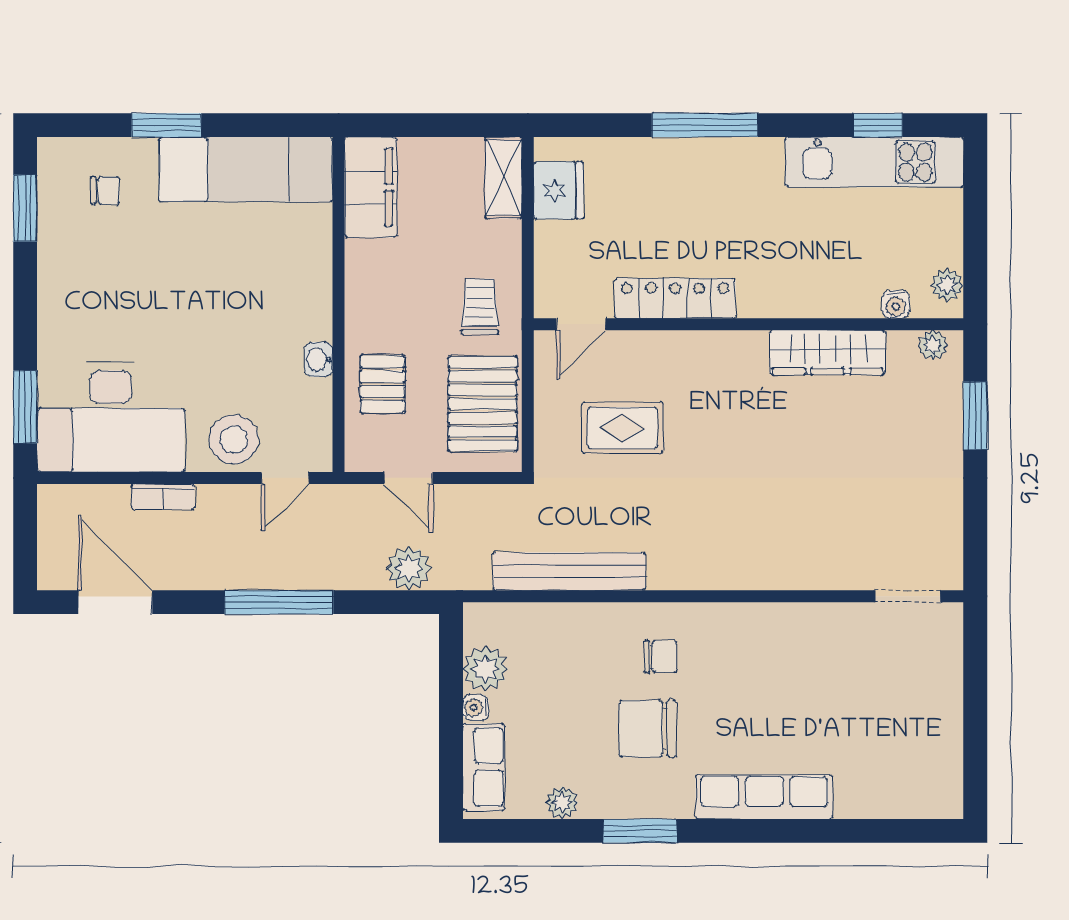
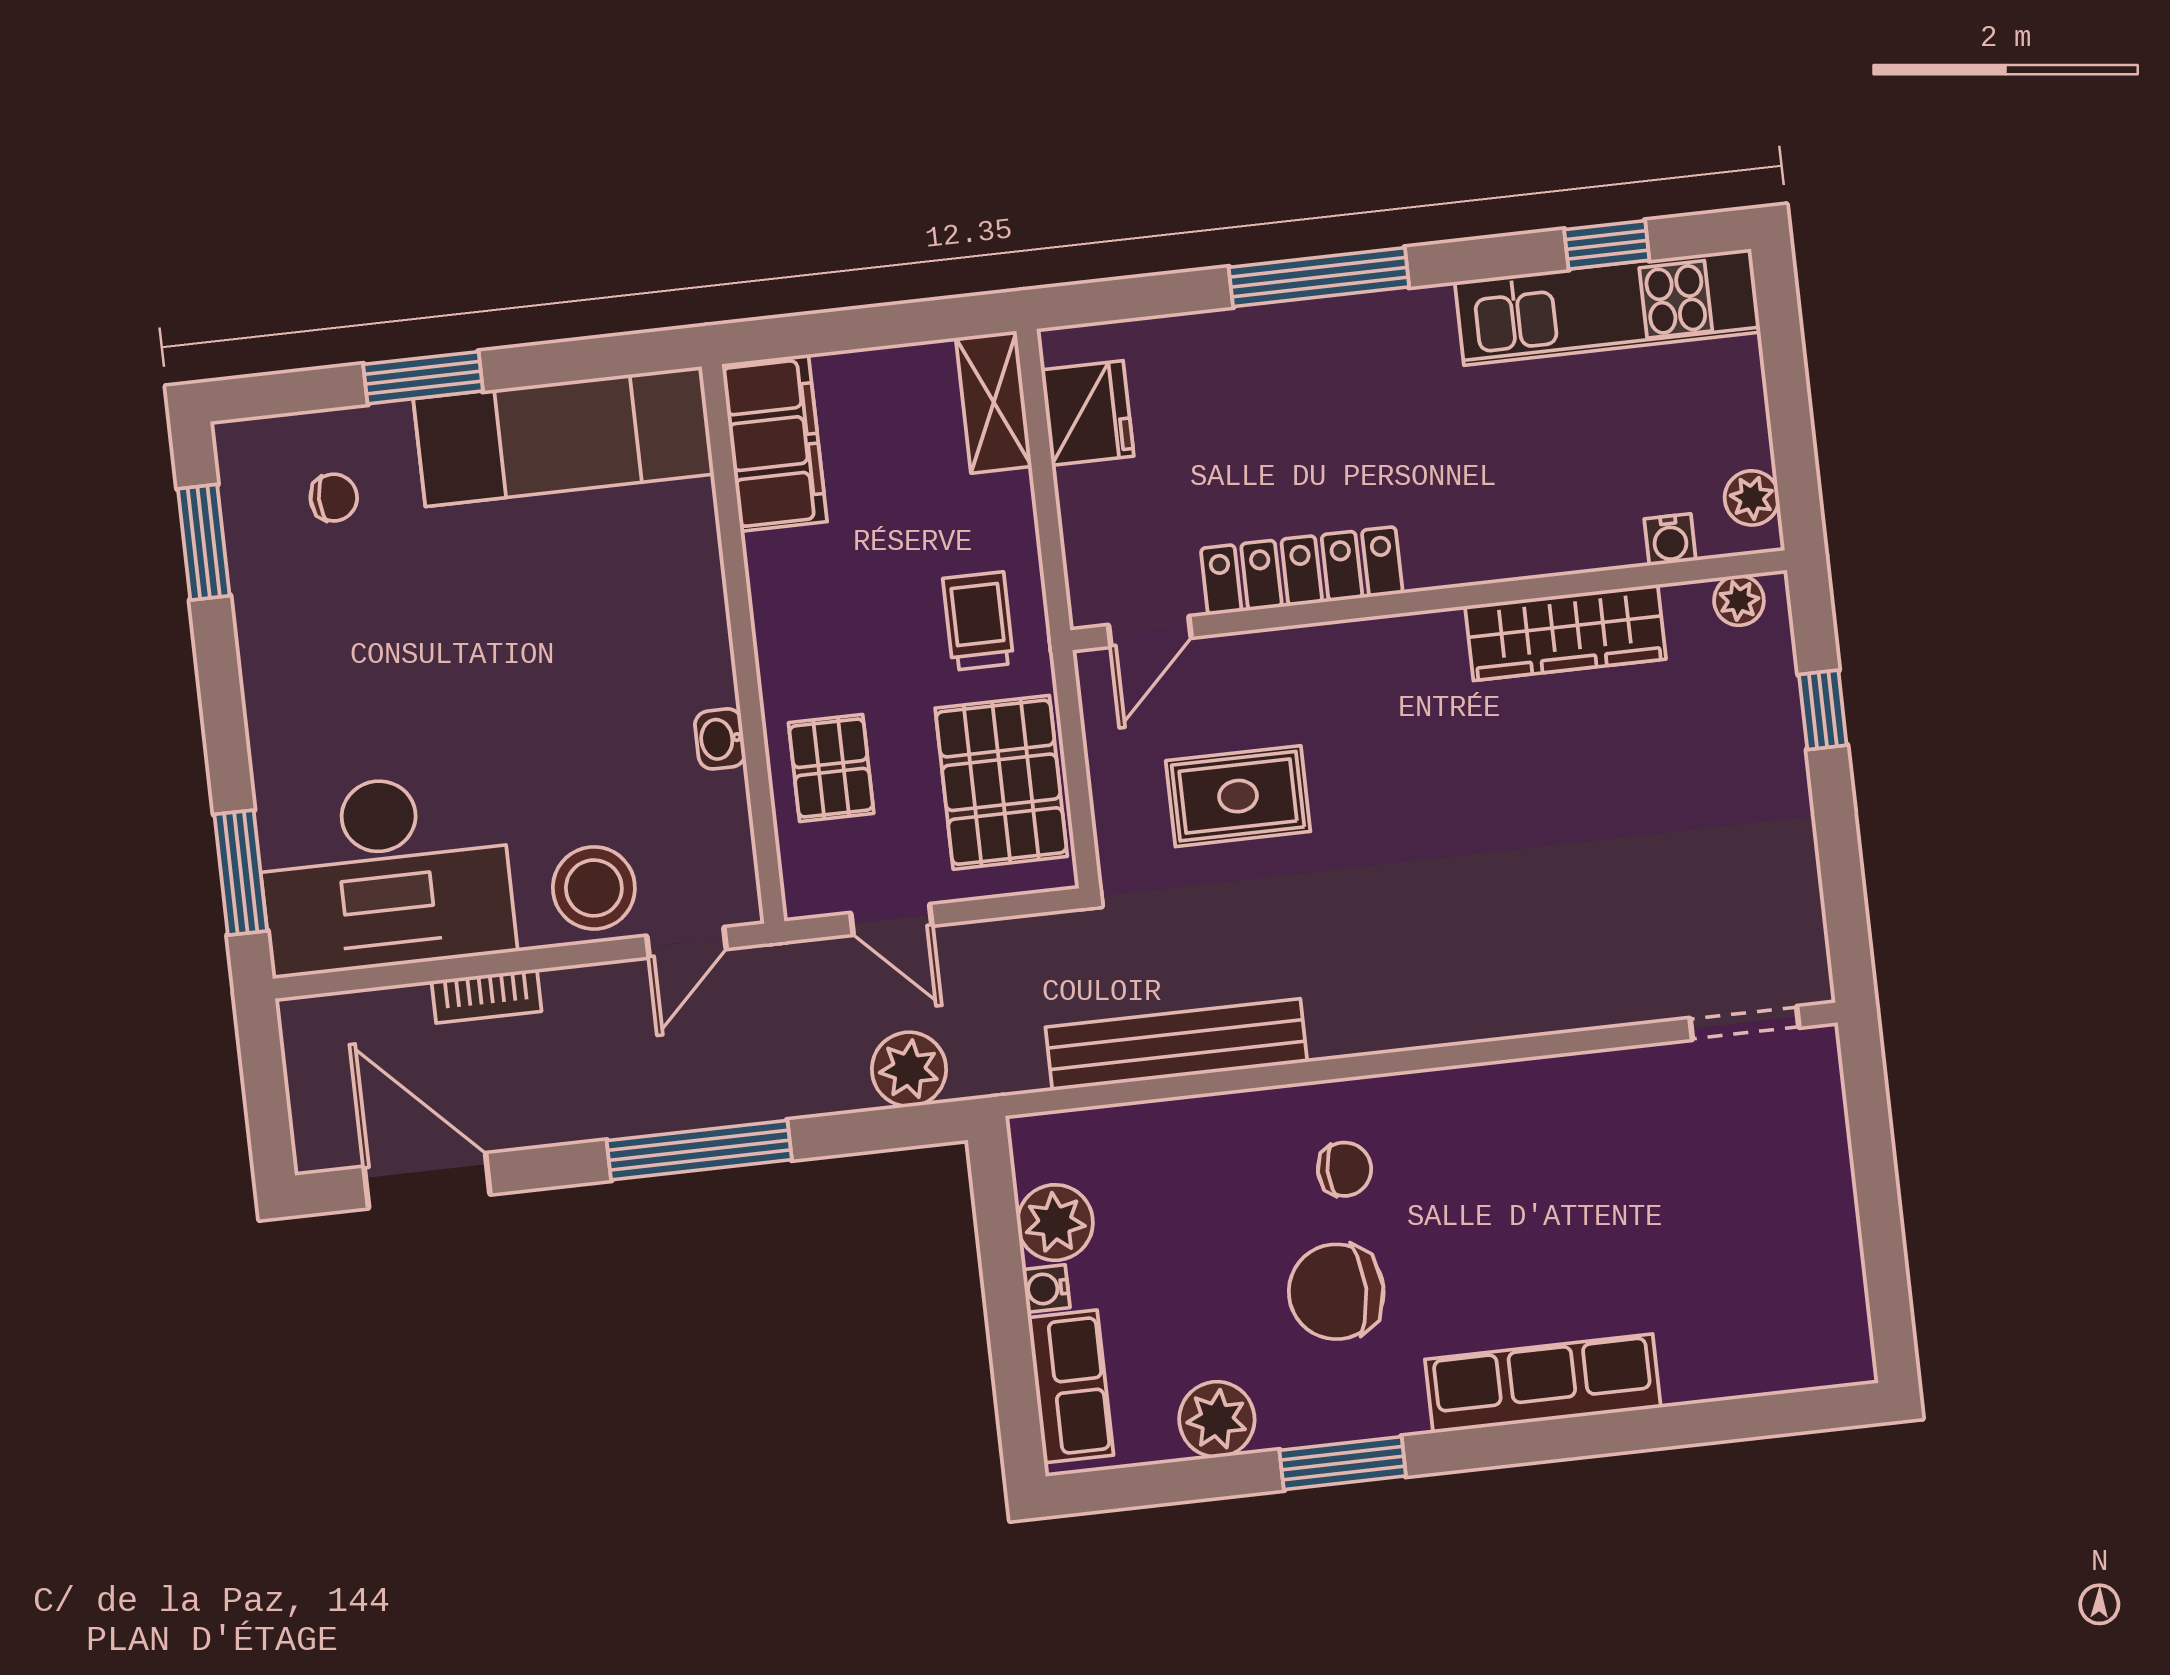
window: (975, 416) -> (1823, 710), width x0.67
plant: (562, 803) -> (1217, 1419), width x1.38, depth x1.38

